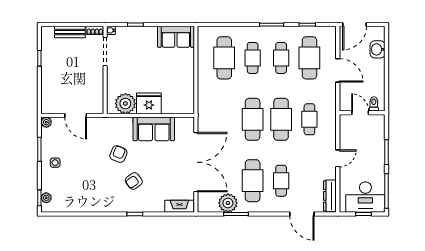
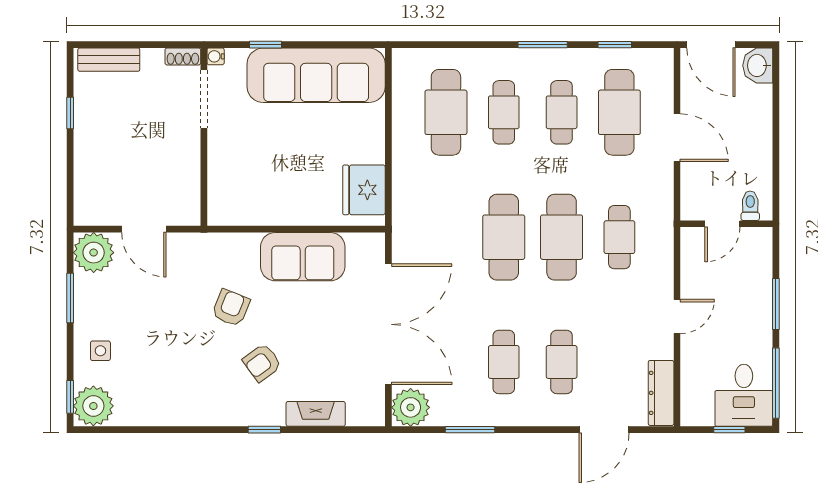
door: (355, 25) -> (711, 45), hinge flipped
bench: (70, 32) -> (109, 60), moved
sofa: (176, 37) -> (316, 75), width x1.85, depth x1.27
washbasin: (378, 49) -> (758, 65), moved
fridge: (149, 103) -> (364, 190), moved, turned -90
plant: (125, 104) -> (245, 205), removed
door: (360, 113) -> (722, 224), swing flipped
plant: (46, 122) -> (94, 253), width x1.87, depth x1.87
side table: (55, 163) -> (100, 351), moved
cafe table: (253, 181) -> (504, 362), width x0.73, depth x0.74
desk: (365, 197) -> (744, 395), width x0.73
plant: (46, 198) -> (93, 406), width x1.87, depth x1.87
plant: (228, 203) -> (411, 407), moved
fireplace: (179, 206) -> (316, 414), moved
door: (302, 214) -> (604, 430), hinge flipped

